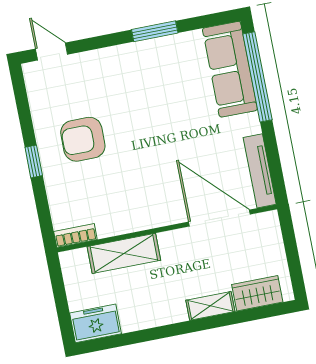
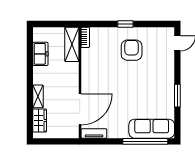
tv unit: (260, 171) -> (94, 133), width x0.71
shelving: (124, 253) -> (72, 44), moved
freezer: (96, 323) -> (40, 54), moved

